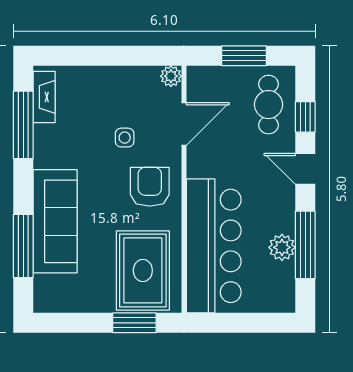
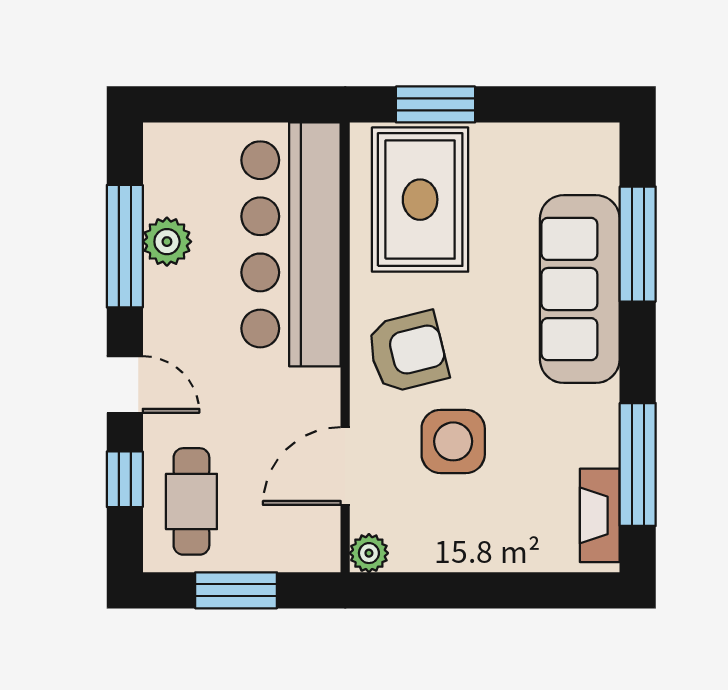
side table: (125, 138) -> (453, 441), width x1.87, depth x1.87
armchair: (150, 187) -> (407, 352), turned -104

